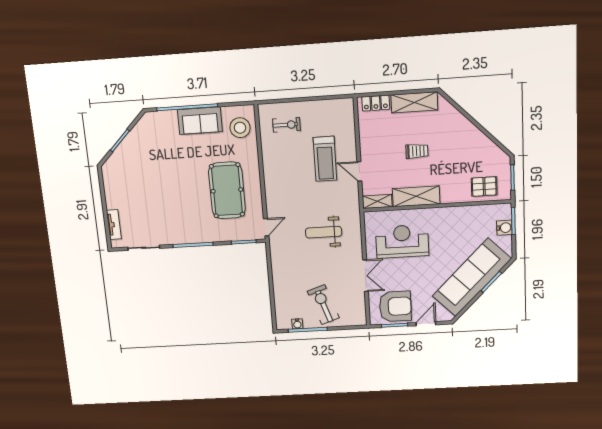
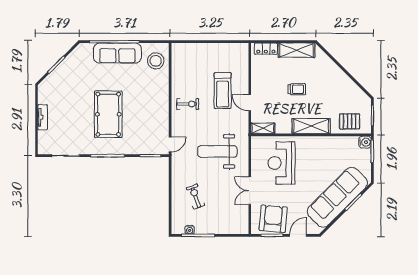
sofa: (200, 121) -> (117, 53), width x1.36
exercise bike: (286, 125) -> (188, 104), moved
pool table: (227, 190) -> (108, 114), moved
shelving: (416, 196) -> (311, 126), moved
tv unit: (114, 225) -> (43, 117), moved
water cooler: (504, 228) -> (365, 142), moved
weight bench: (324, 232) -> (217, 151), width x1.36, depth x1.33
reception desk: (402, 241) -> (281, 163), turned -90
double door: (365, 276) -> (250, 191), swing flipped
exercise bike: (323, 305) -> (195, 197), moved, width x0.73, depth x0.72
armchair: (395, 306) -> (273, 219), turned -85

